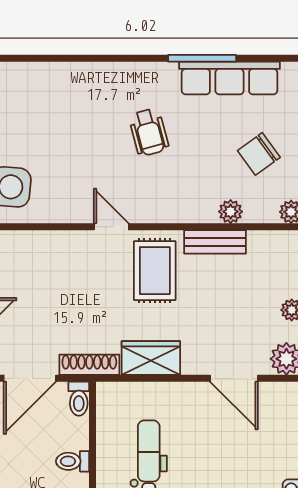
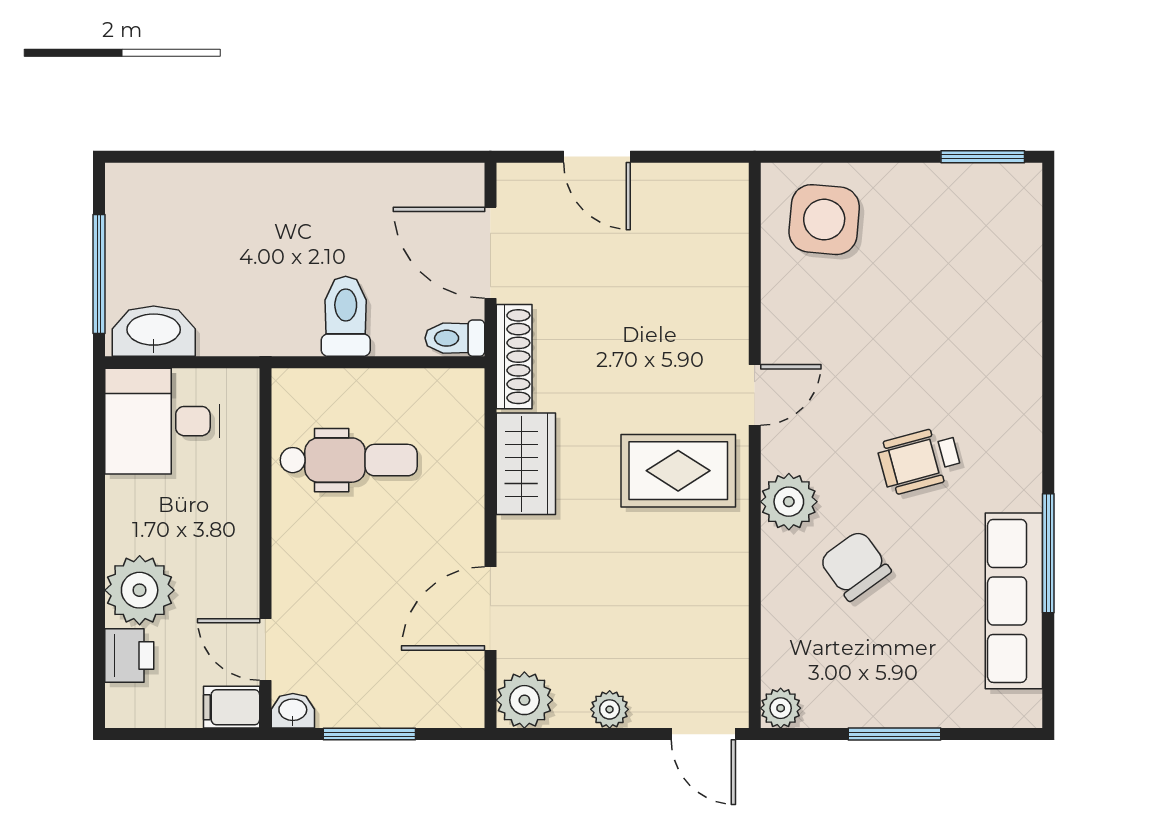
chair: (259, 154) -> (855, 566), moved
plant: (231, 212) -> (789, 502), moved, width x1.38, depth x1.38
bench: (215, 242) -> (728, 576), removed
toilet: (73, 461) -> (346, 316), width x1.37, depth x1.39

